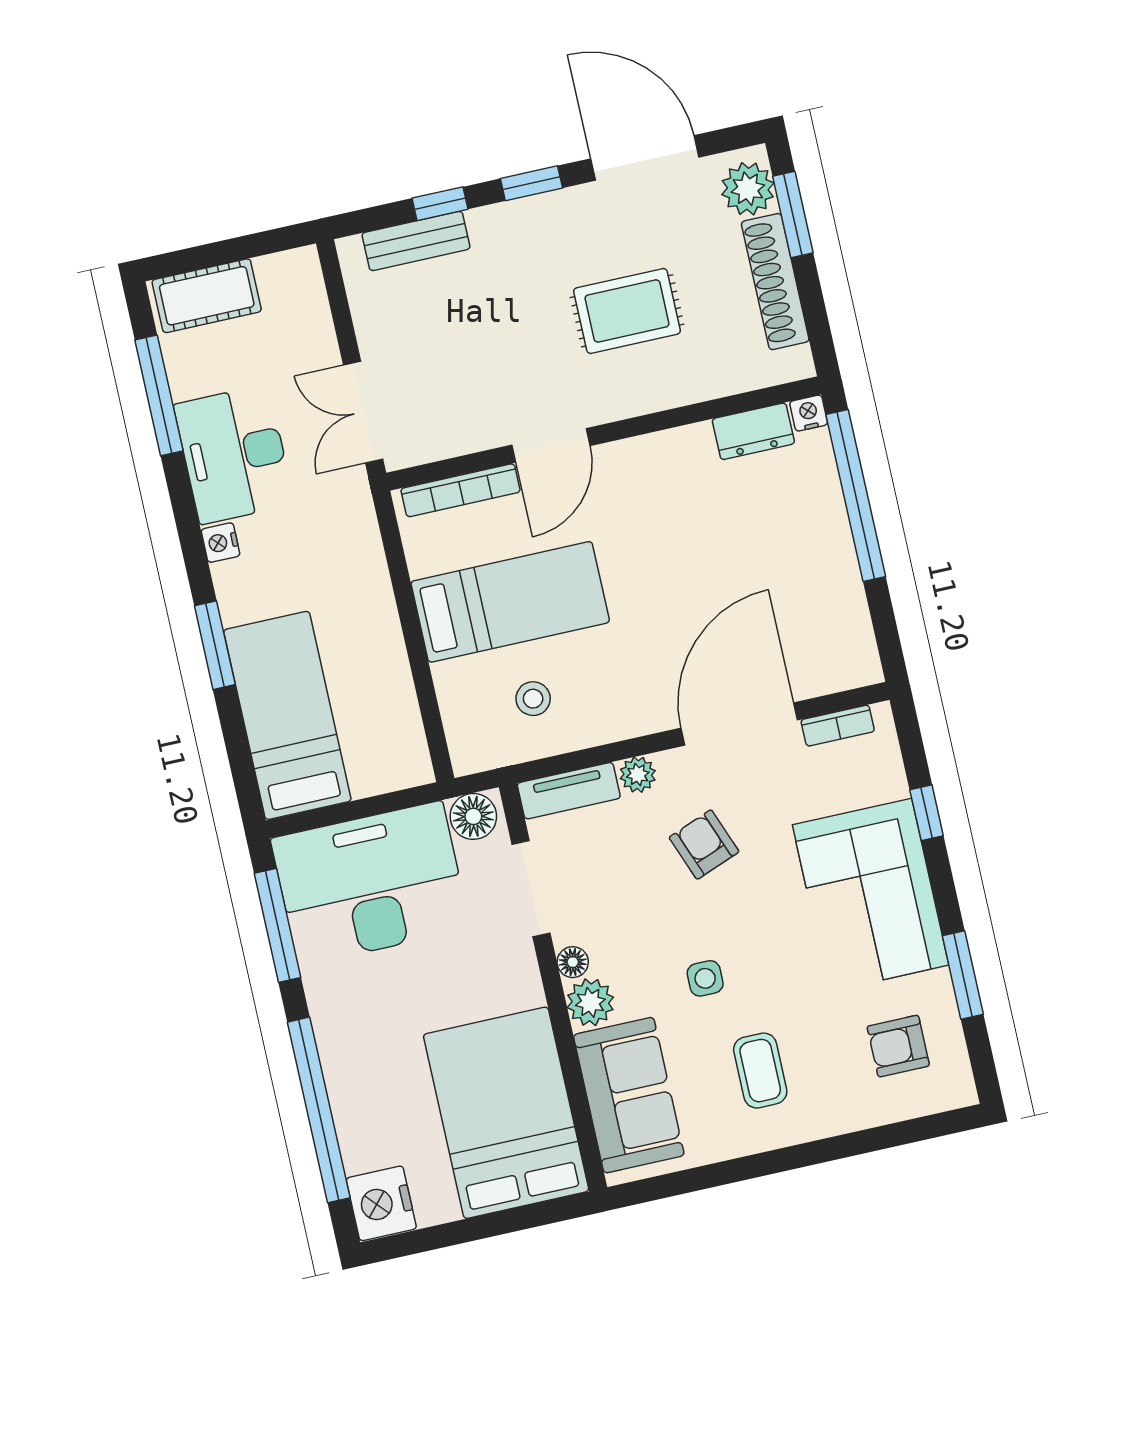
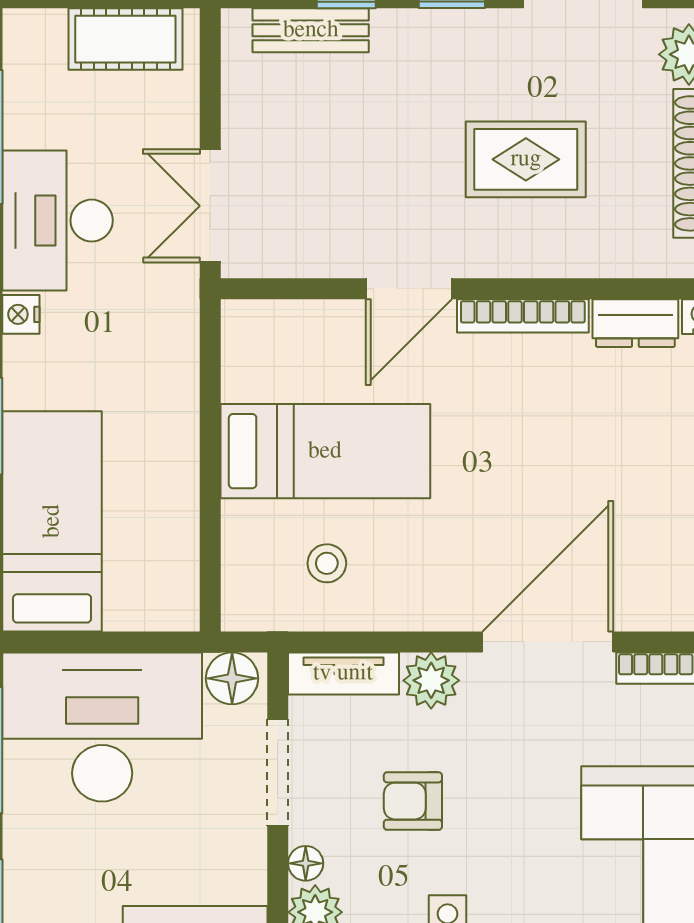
cot: (207, 296) -> (125, 39), moved
bookcase: (461, 490) -> (523, 316), moved
plant: (638, 775) -> (431, 680), width x1.38, depth x1.38
armchair: (704, 845) -> (413, 801), moved, turned -69

